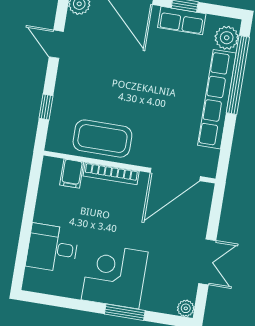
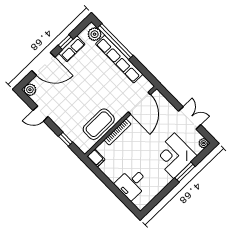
filing cabinet: (72, 174) -> (96, 158), moved
corner desk: (115, 276) -> (174, 156), moved

